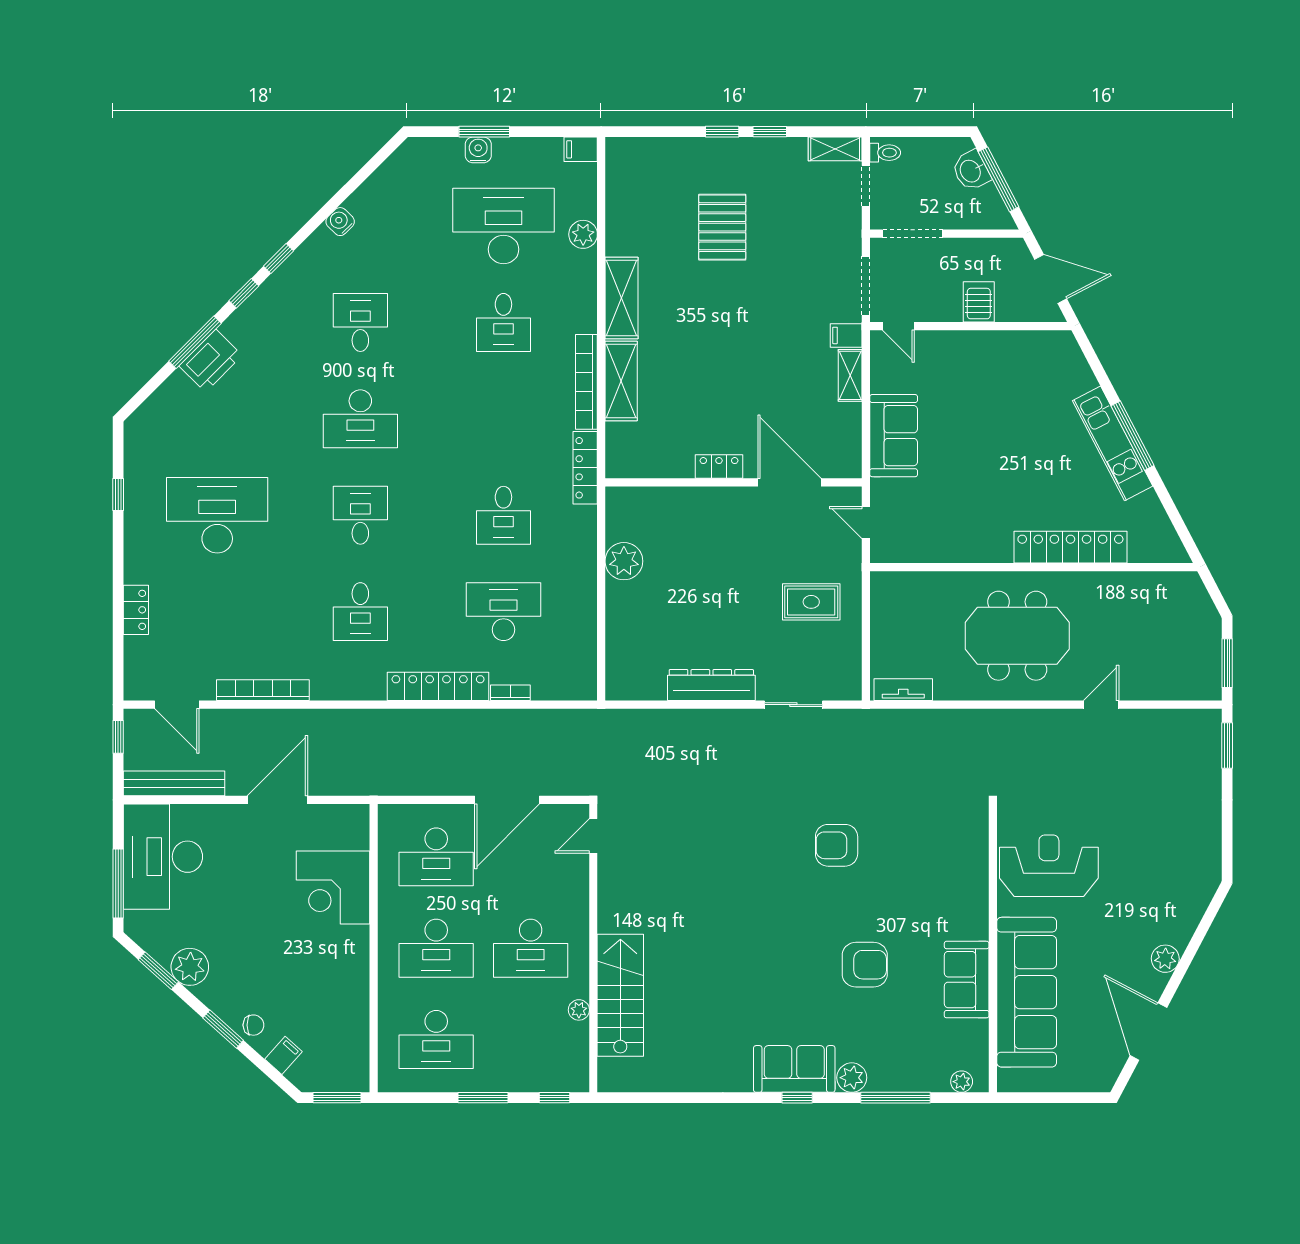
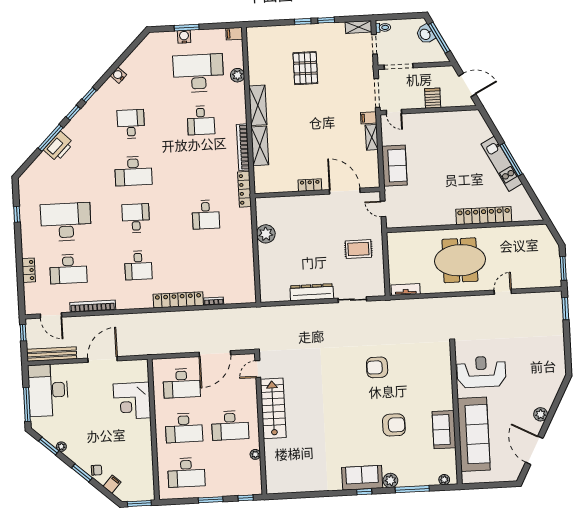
desk: (503, 612) -> (68, 269), moved, turned 180
plant: (190, 967) -> (61, 447), width x0.53, depth x0.53
stairs: (620, 995) -> (273, 408), moved

